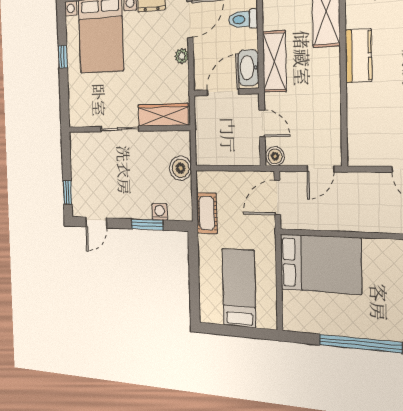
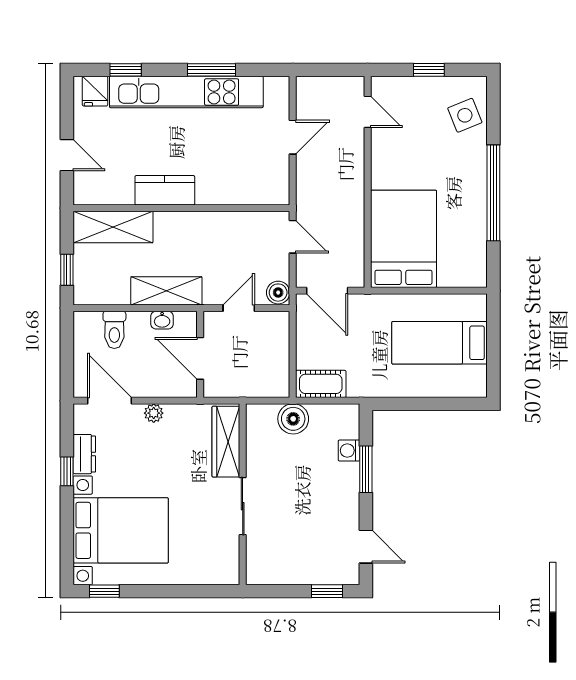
window: (63, 57) -> (104, 591), moved
washbasin: (248, 68) -> (162, 320), width x0.52, depth x0.69
cot: (207, 213) -> (321, 384), moved

